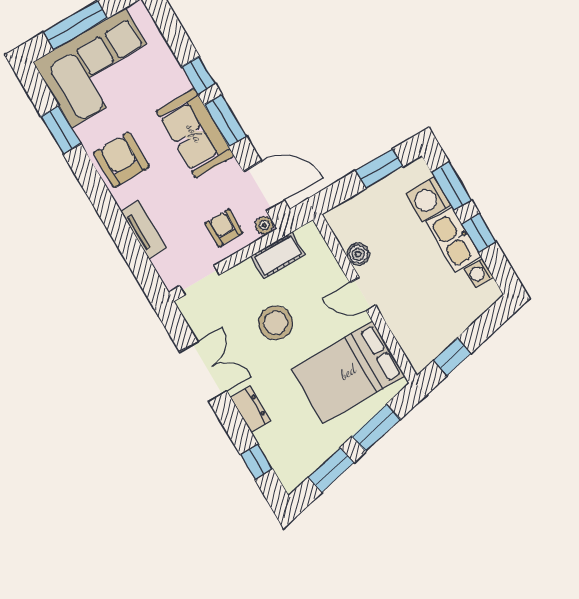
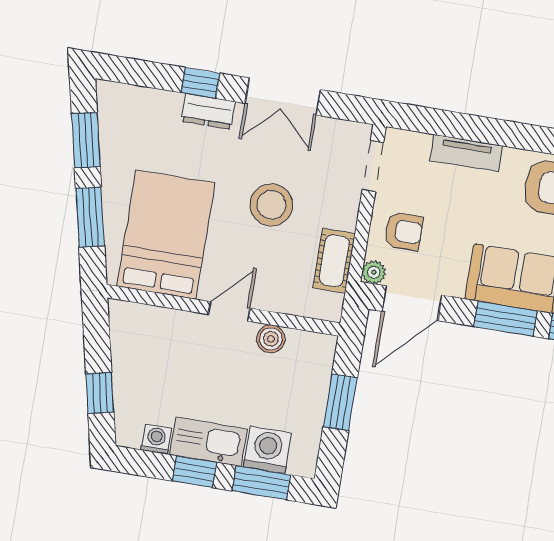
window: (379, 169) -> (340, 402), moved
window: (452, 357) -> (100, 393), moved
window: (256, 462) -> (201, 83), moved

